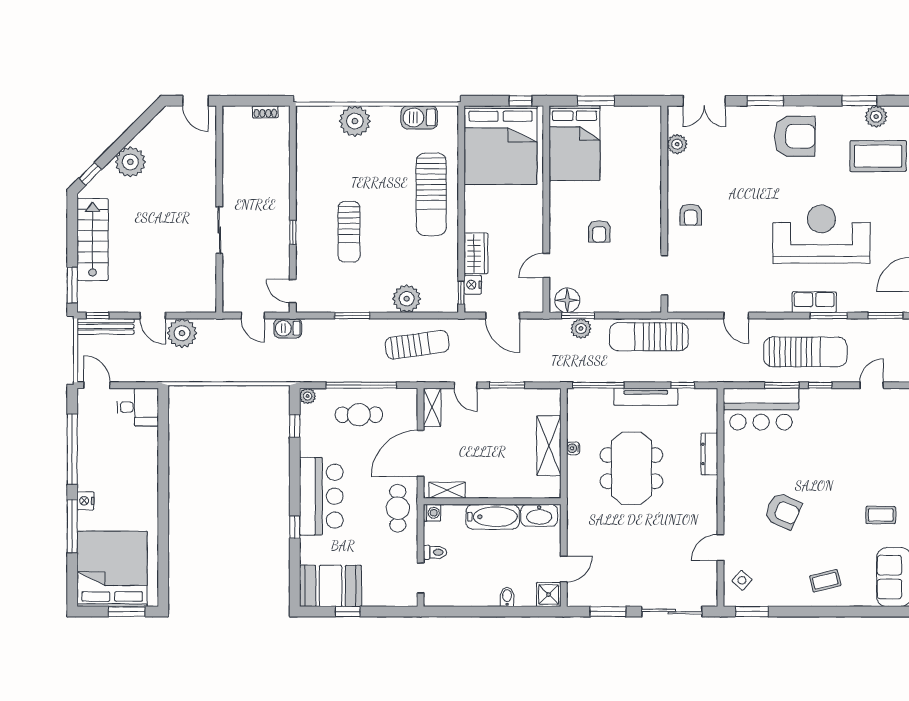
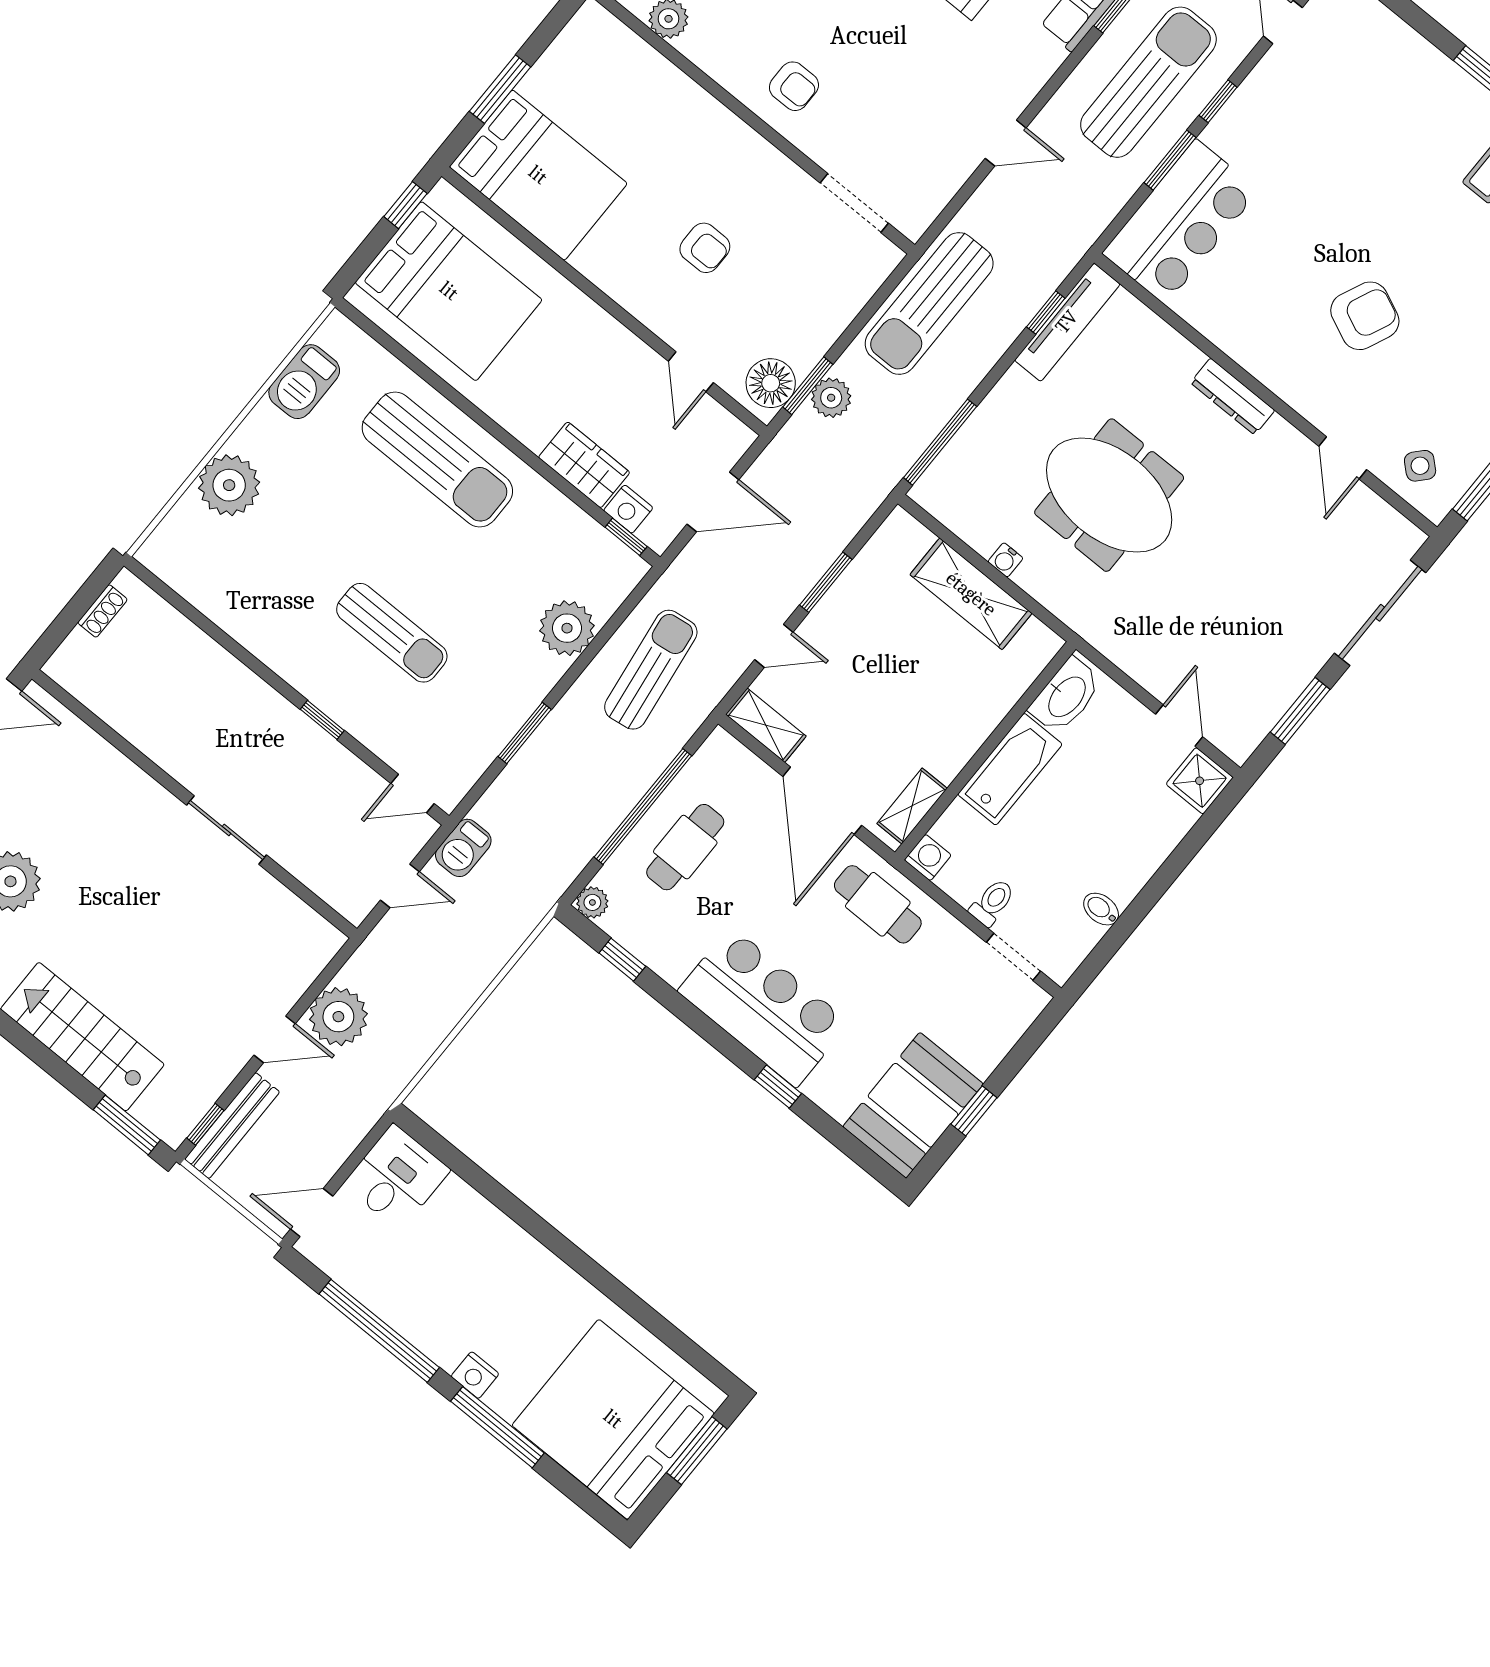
bed: (501, 145) -> (449, 291), width x0.73
tv unit: (646, 397) -> (1067, 322), moved
dresser: (709, 454) -> (1233, 396), moved
bidet: (507, 597) -> (1101, 909), moved

